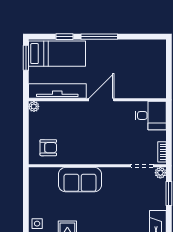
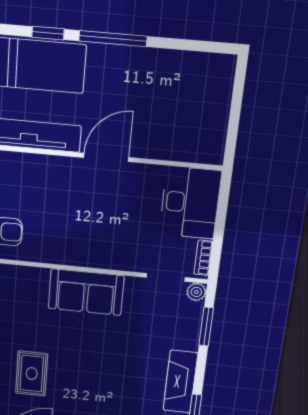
desk: (151, 115) -> (190, 203), width x1.37
sofa: (80, 180) -> (86, 292), moved

